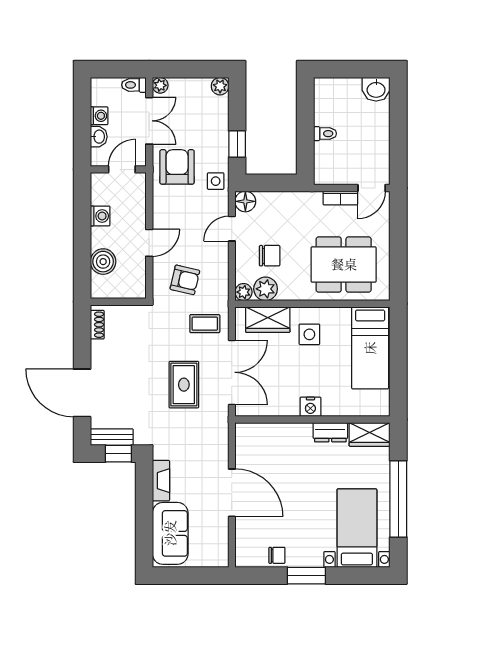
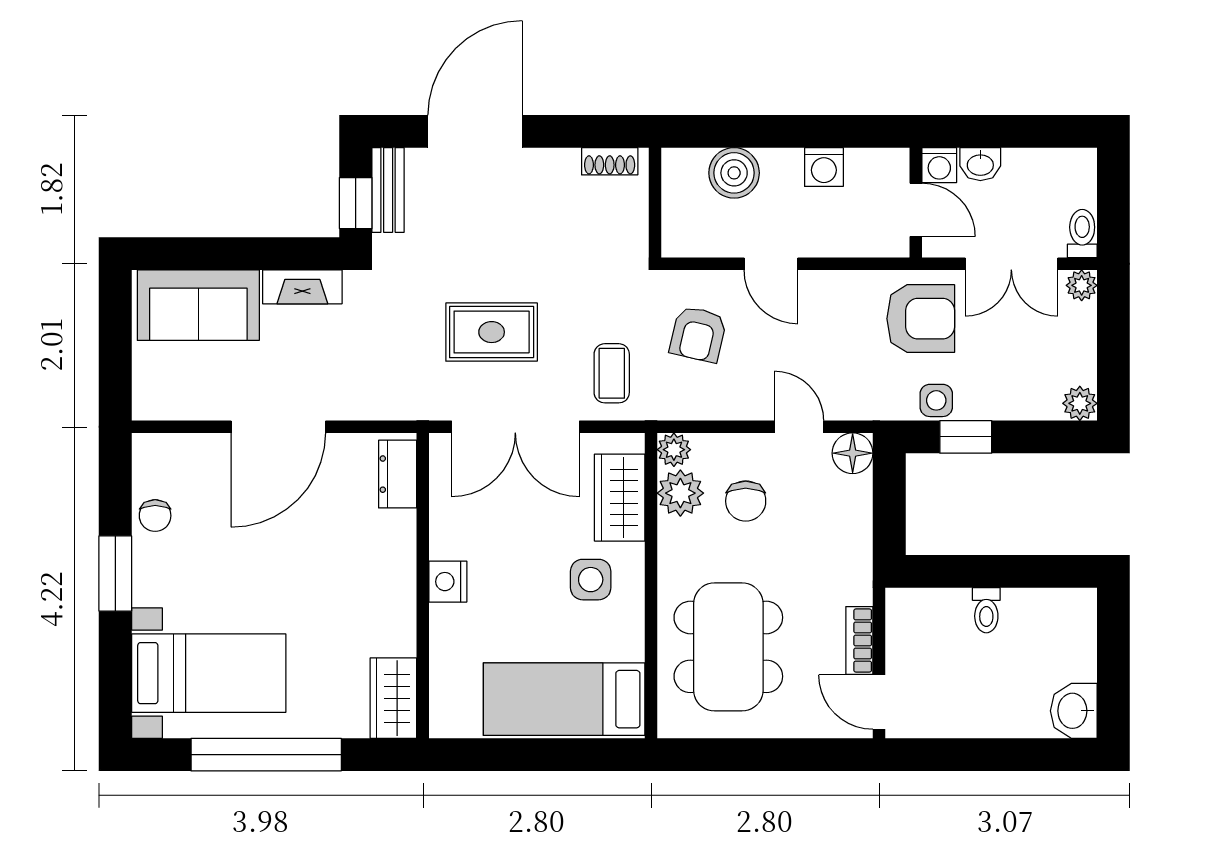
washing machine: (99, 116) -> (939, 165), moved
side table: (216, 181) -> (936, 400), moved
dresser: (330, 432) -> (398, 474), moved

